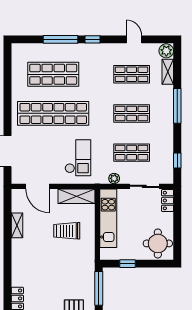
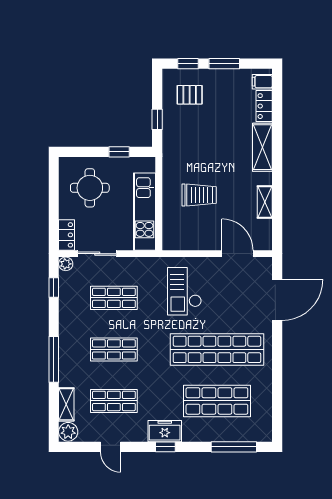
window: (60, 39) -> (234, 447), moved
freezer: (93, 51) -> (165, 431), added
plant: (114, 178) -> (66, 264), moved
shelving: (77, 196) -> (262, 147), moved, turned 90
round table: (158, 243) -> (90, 188), moved
window: (99, 288) -> (157, 119), width x0.46

